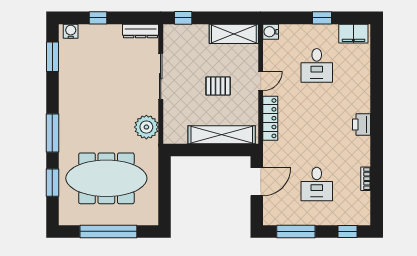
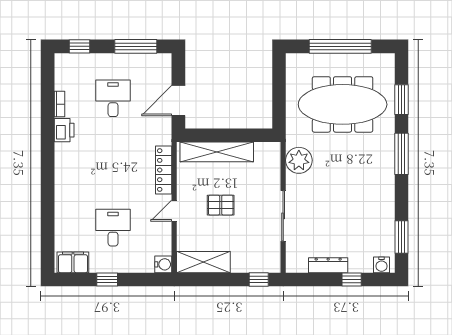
dresser: (141, 31) -> (328, 265), moved
printer: (362, 124) -> (64, 130), moved

